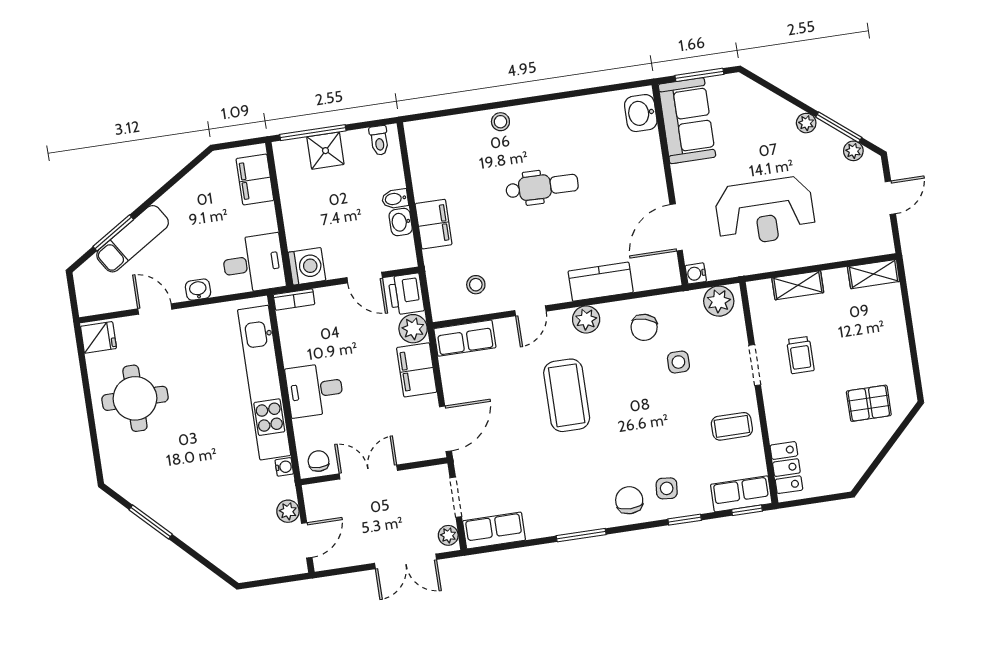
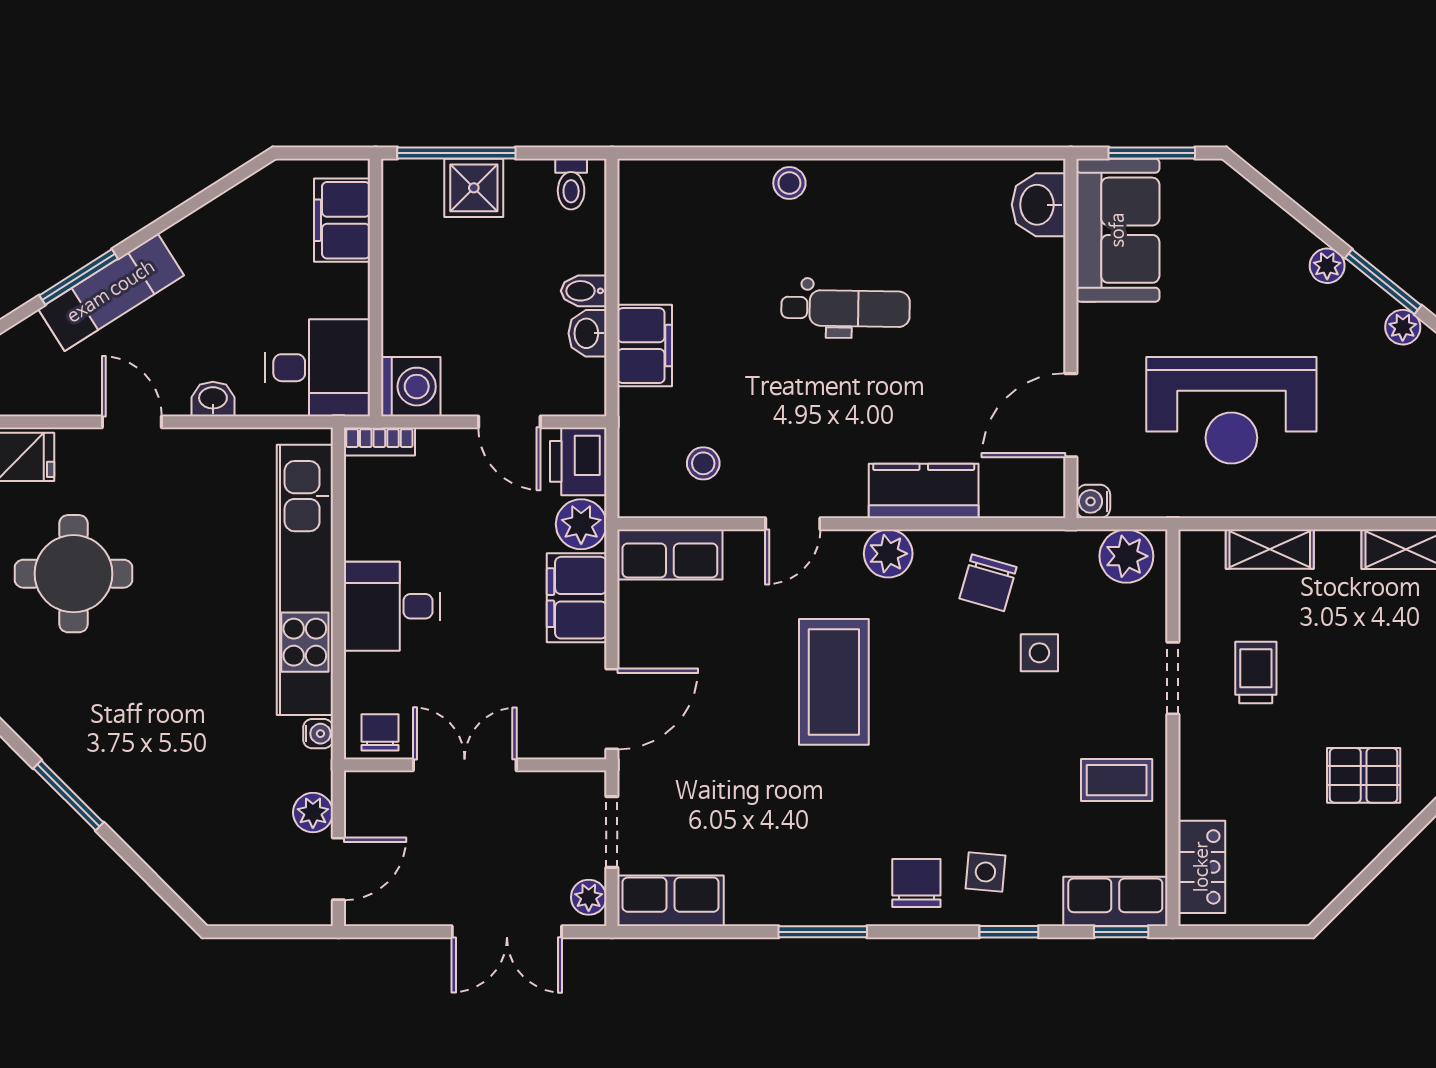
trolley: (800, 355) -> (1256, 673), turned 180

